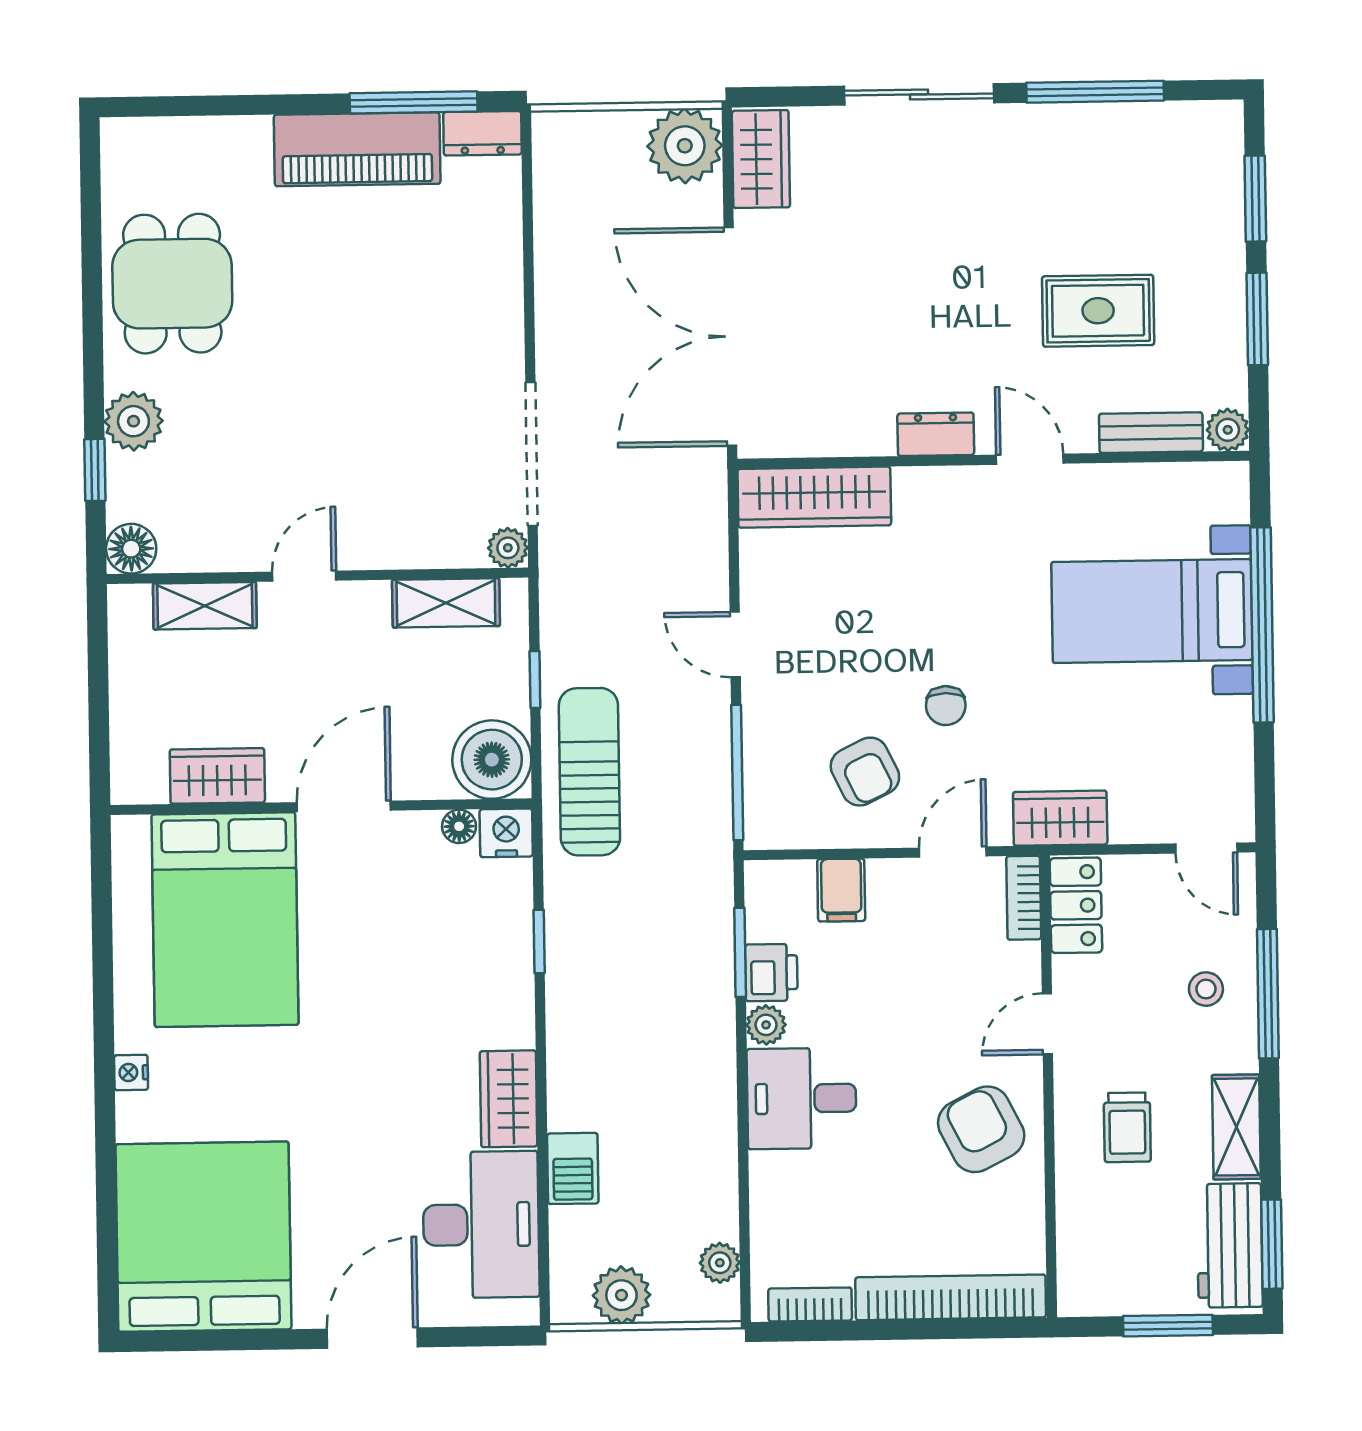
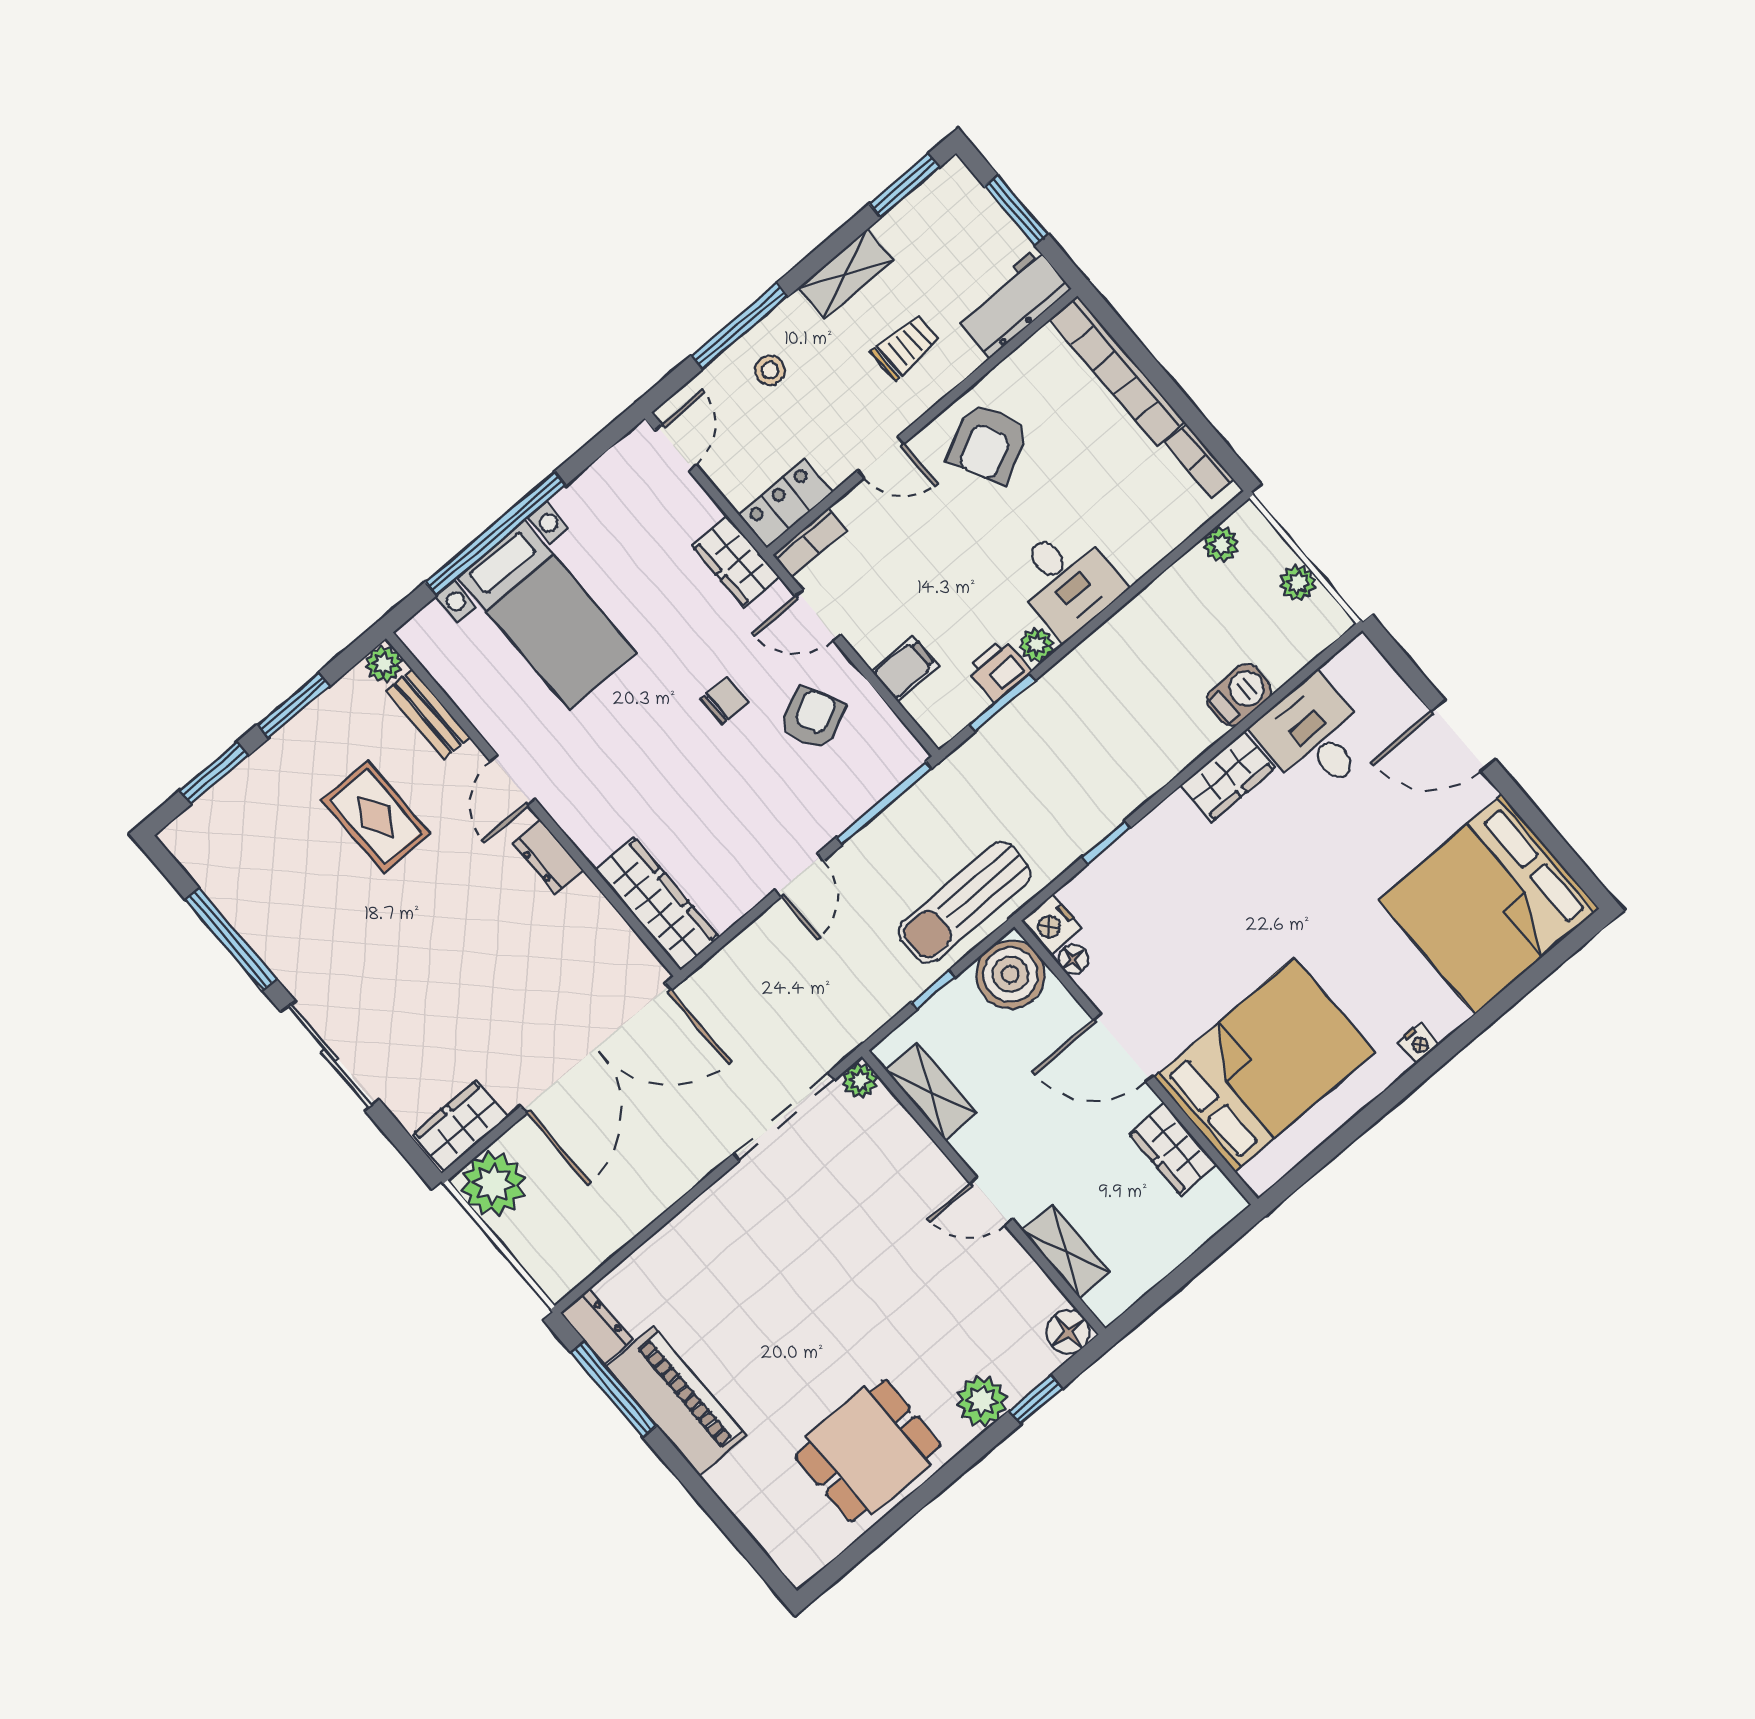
desk: (481, 1225) -> (1314, 736), width x0.73
workbench: (1230, 1245) -> (1013, 303), moved, turned 180
plant: (621, 1295) -> (1298, 583), width x0.73, depth x0.73

